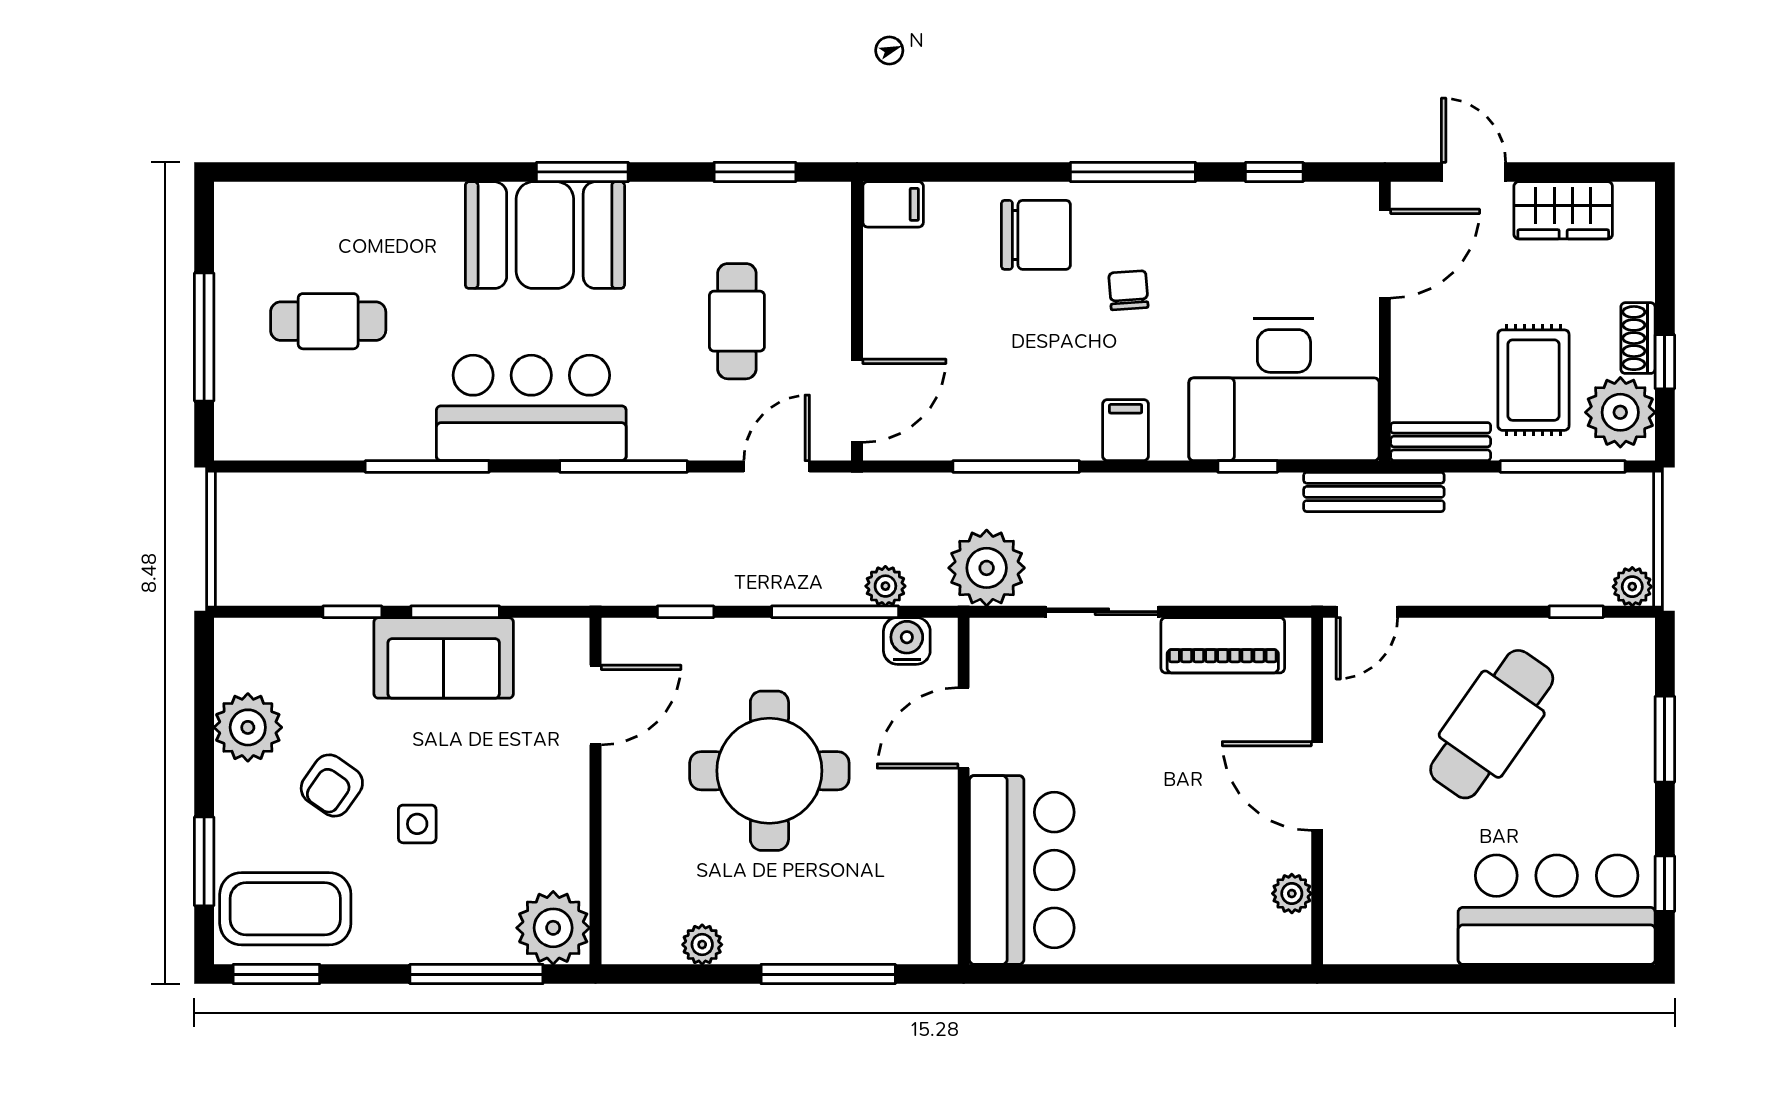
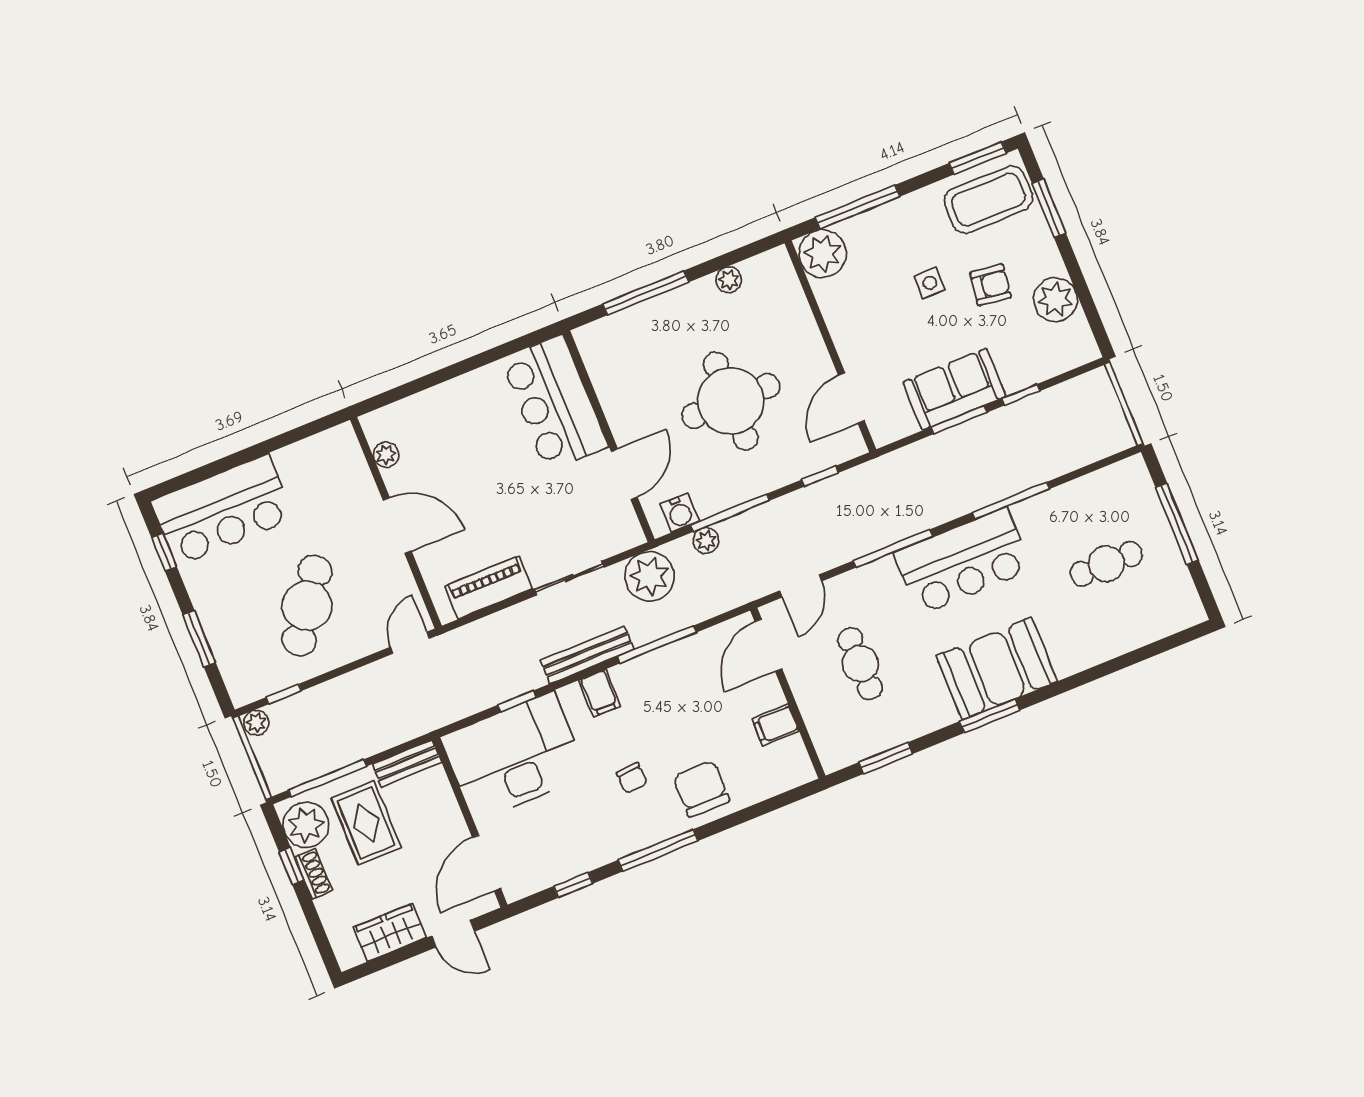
filing cabinet: (893, 204) -> (775, 725), moved
chair: (1036, 235) -> (701, 789), turned 90
bench: (1374, 492) -> (587, 655), moved
armchair: (332, 785) -> (991, 285), turned 63

